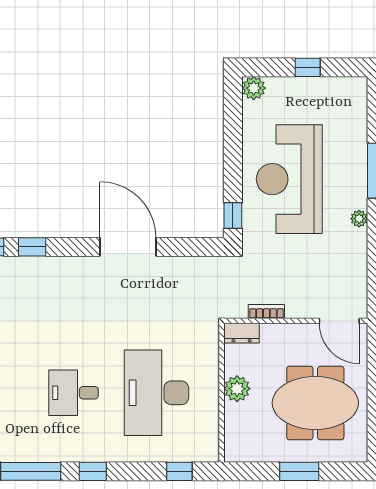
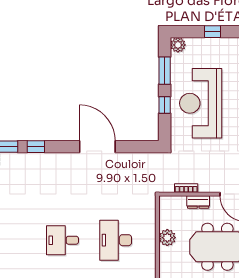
window: (233, 128) -> (165, 71), added
window: (233, 215) -> (165, 105), moved
dresser: (242, 333) -> (198, 202), moved
desk: (156, 393) -> (116, 240), width x0.73, depth x0.77

